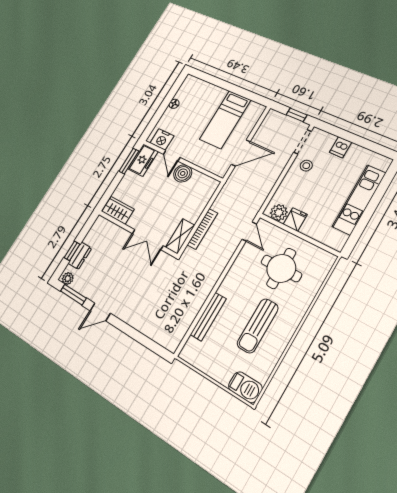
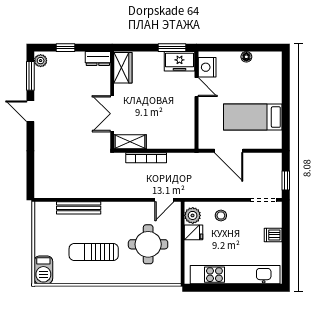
door: (172, 156) -> (196, 87), swing flipped
stool: (306, 166) -> (221, 215), moved
boiler: (183, 173) -> (185, 108), removed
kitchen unit: (359, 200) -> (235, 275), width x1.36
dresser: (80, 256) -> (98, 58), moved

